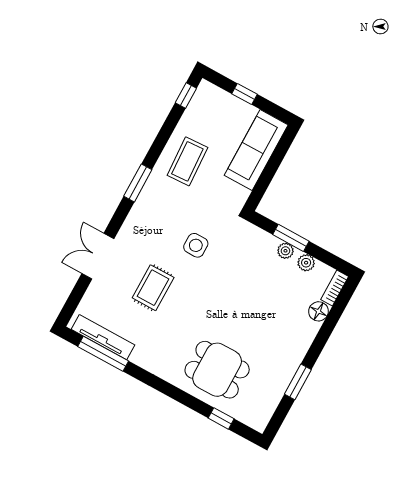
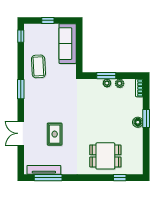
side table: (196, 245) -> (64, 103), removed
floor lamp: (318, 311) -> (138, 122), moved
window: (298, 382) -> (146, 118), moved

